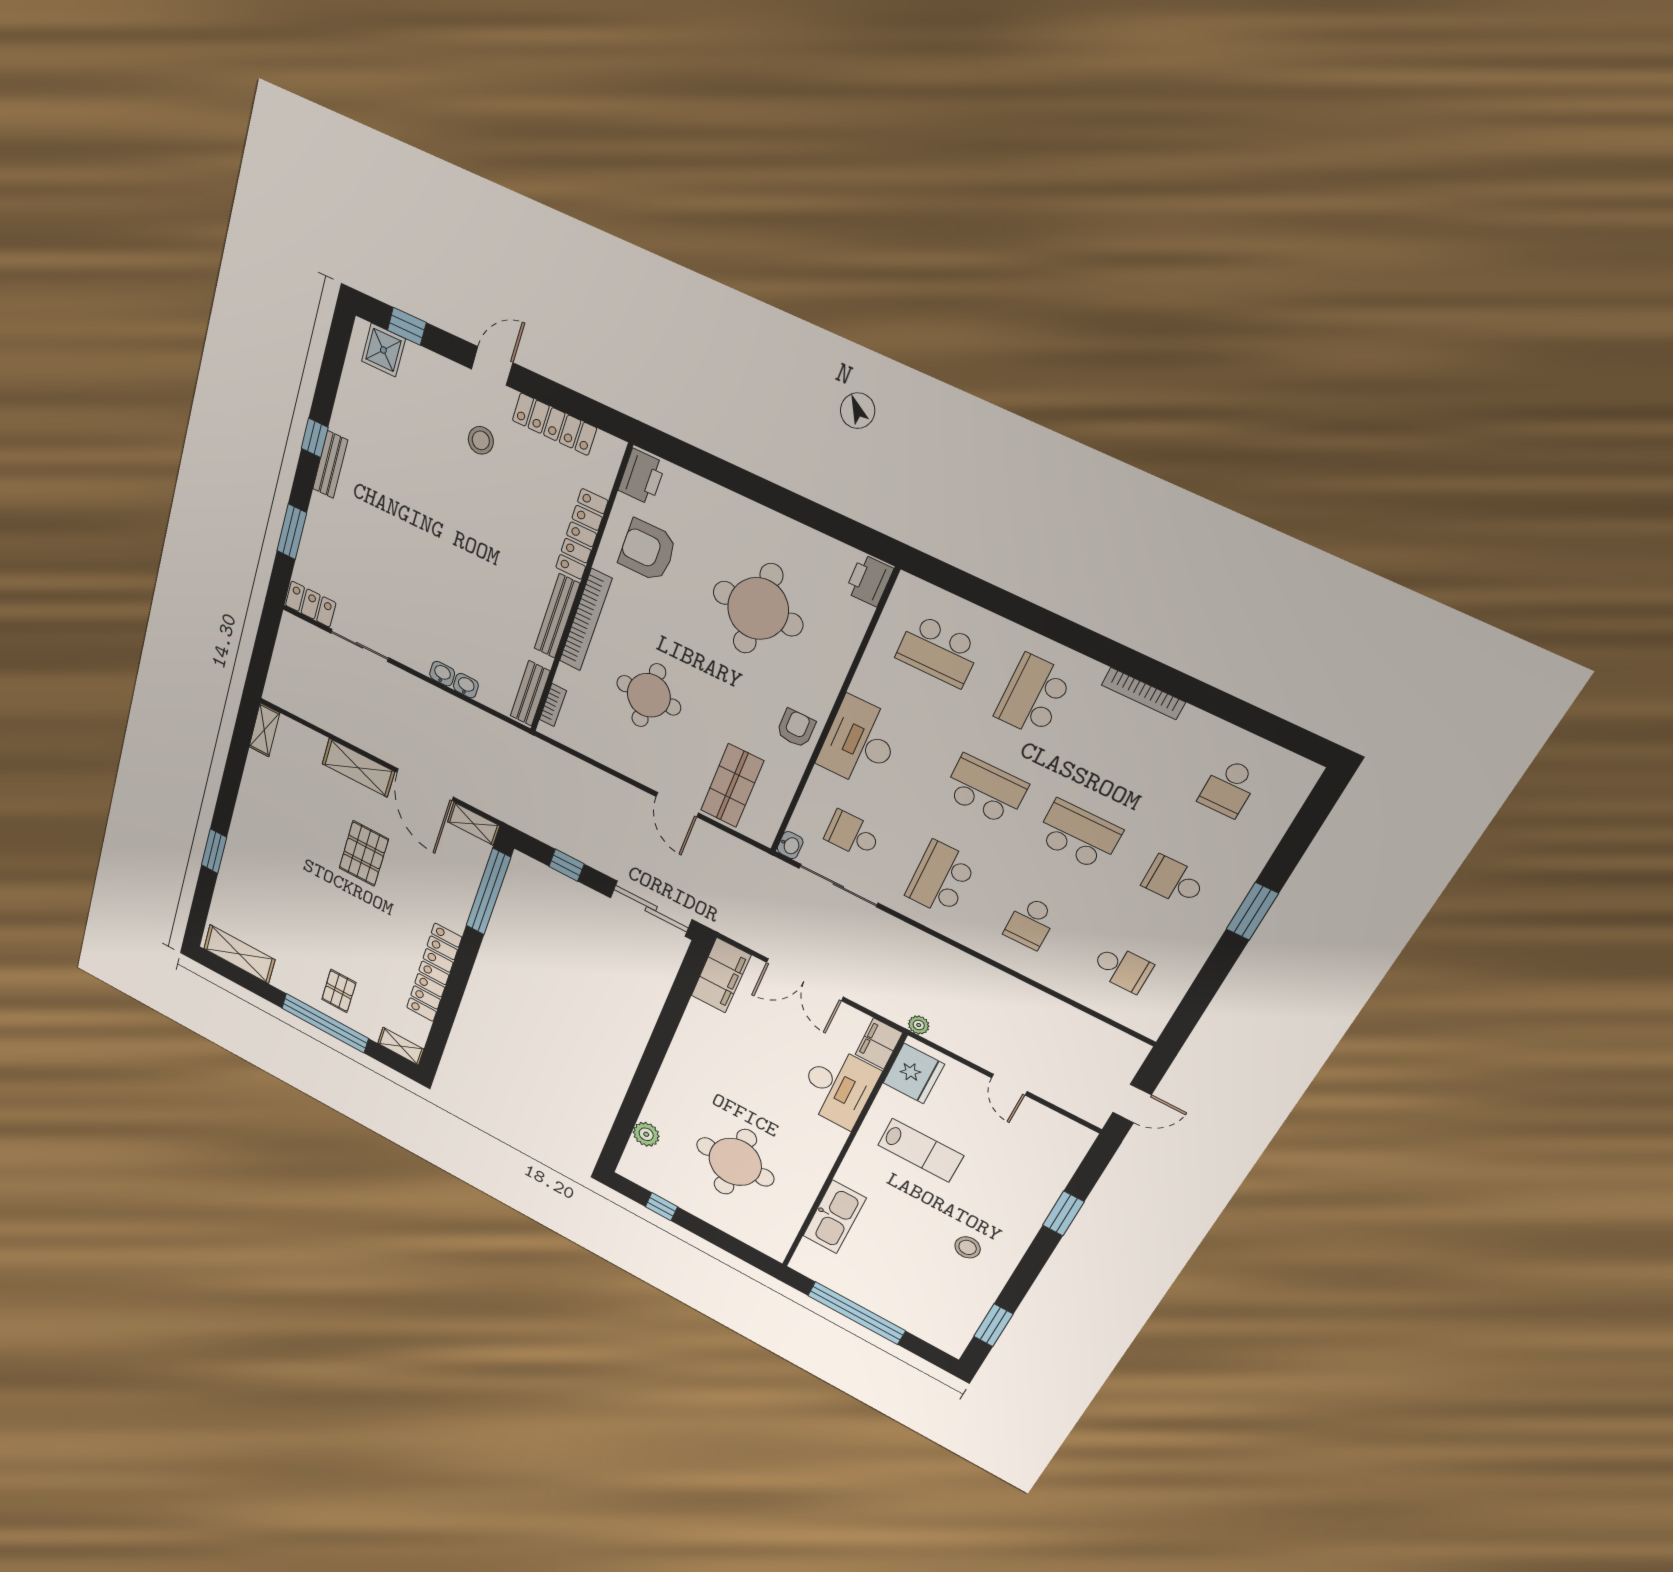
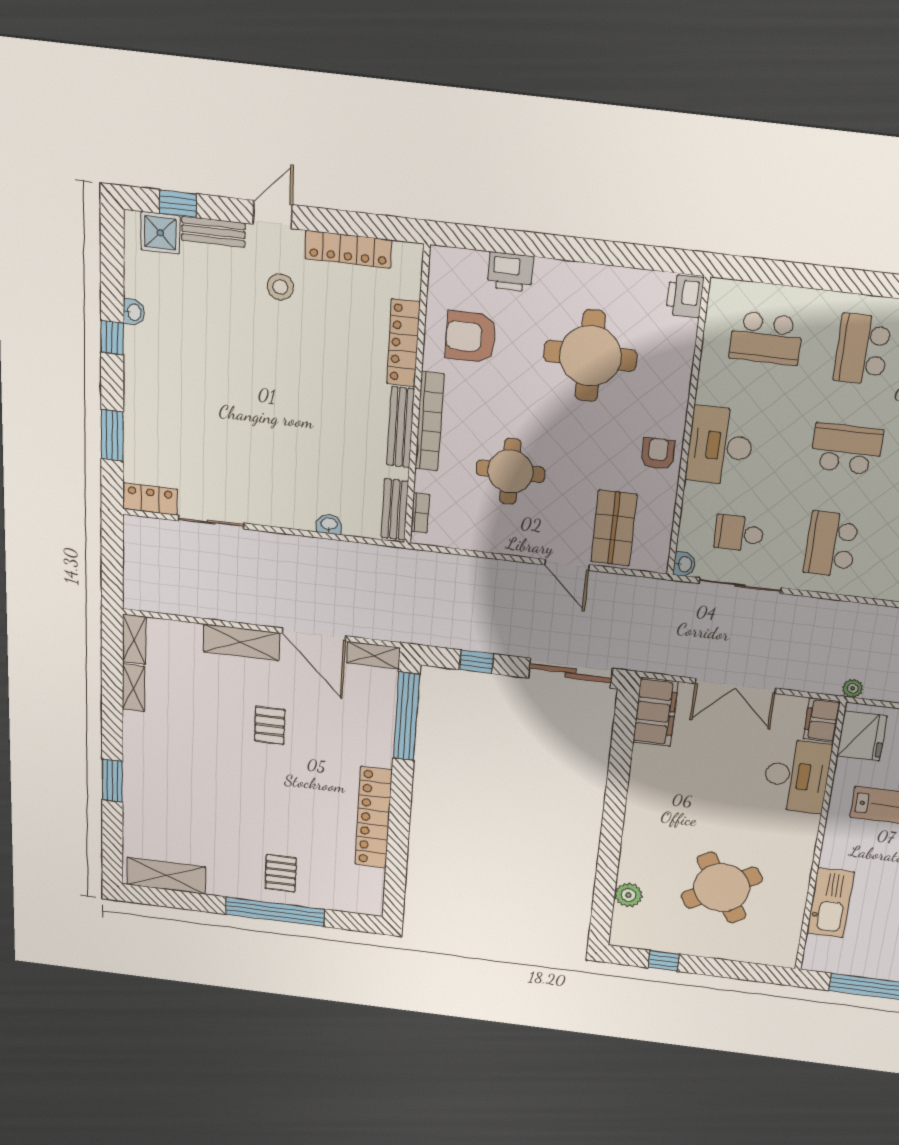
bench: (330, 465) -> (213, 232), moved, turned 90
printer: (642, 477) -> (510, 272), moved, turned 90
washbasin: (442, 674) -> (134, 312), moved, turned 90
pallet: (364, 854) -> (270, 725), width x0.67, depth x0.71
shelving: (401, 1046) -> (134, 688), moved, turned 90
round table: (735, 1162) -> (722, 888), turned -31

